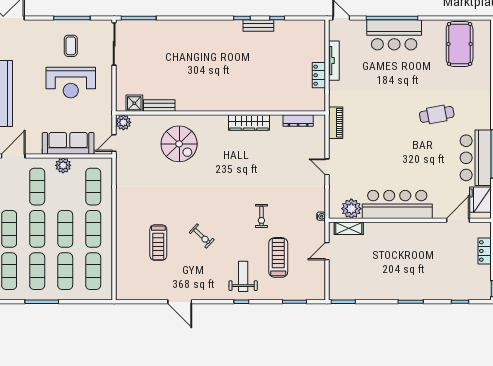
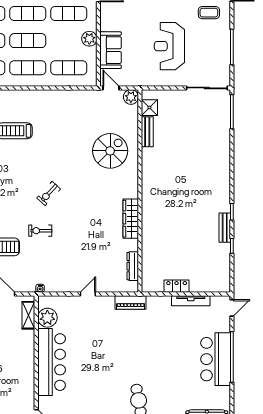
coffee table: (71, 46) -> (209, 13), moved
sofa: (68, 143) -> (111, 50), width x0.73
spiral stairs: (179, 144) -> (110, 151), turned 180
exercise bike: (202, 236) -> (49, 193), moved

